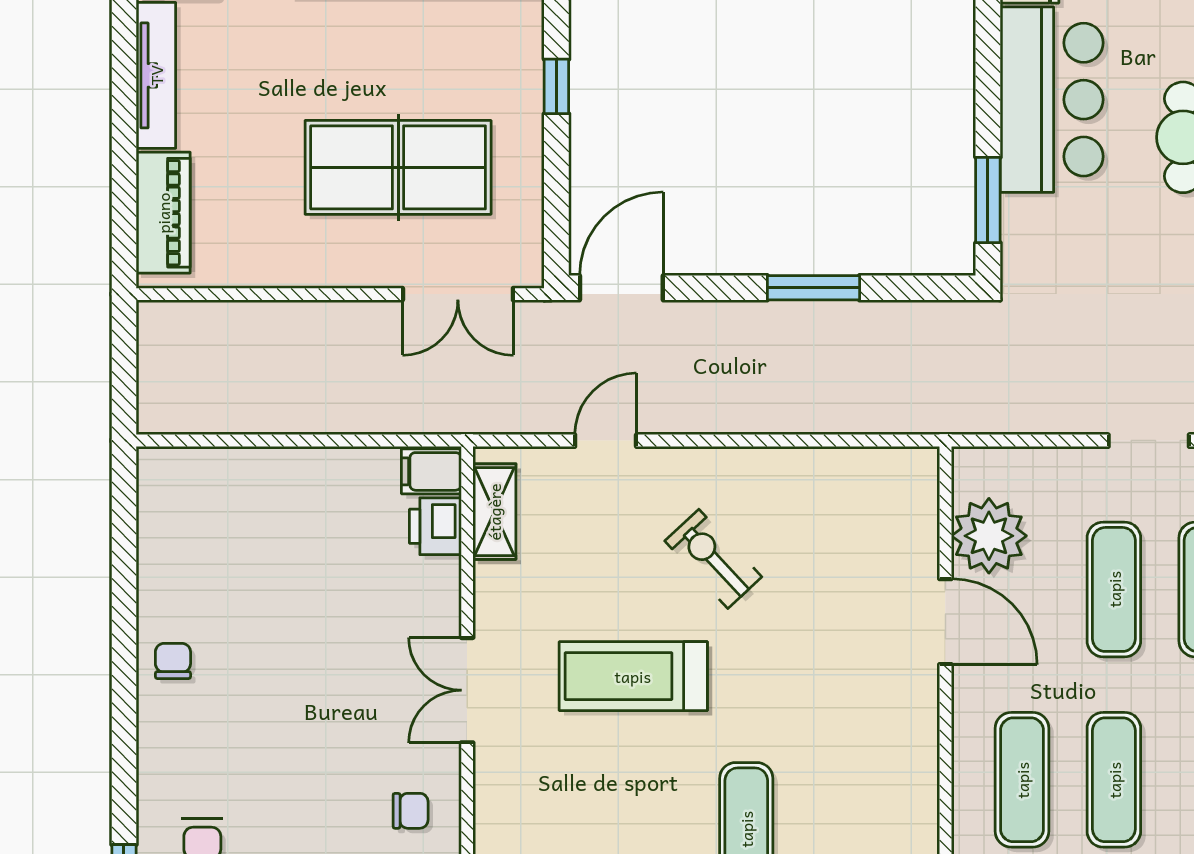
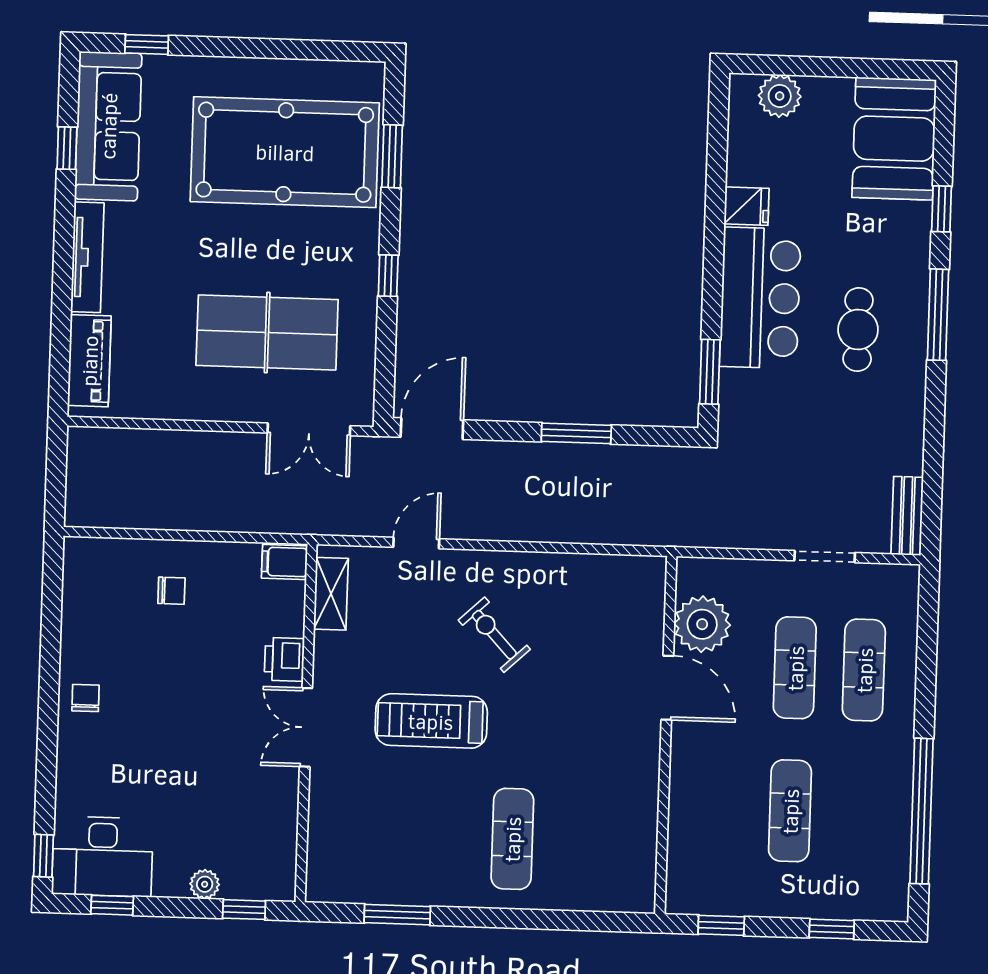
printer: (435, 526) -> (284, 659), moved
exercise mat: (1022, 780) -> (721, 808), removed
chair: (411, 811) -> (171, 591), moved

